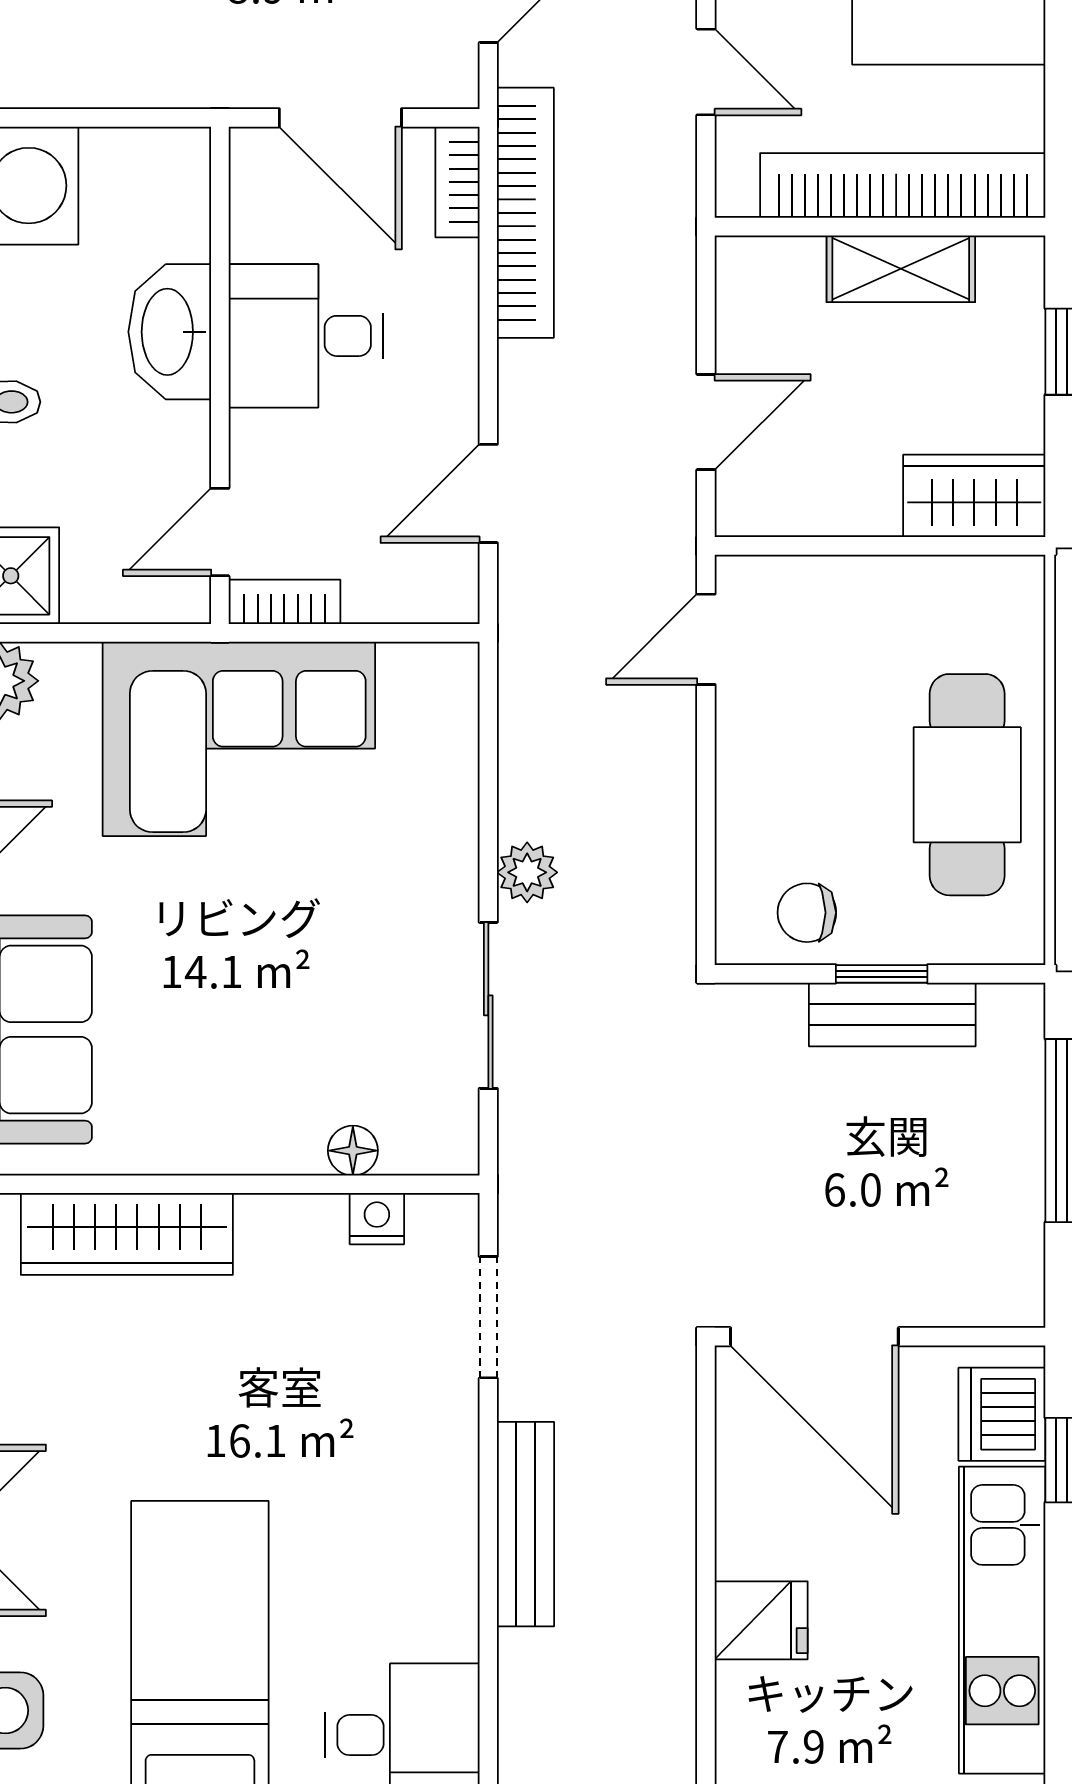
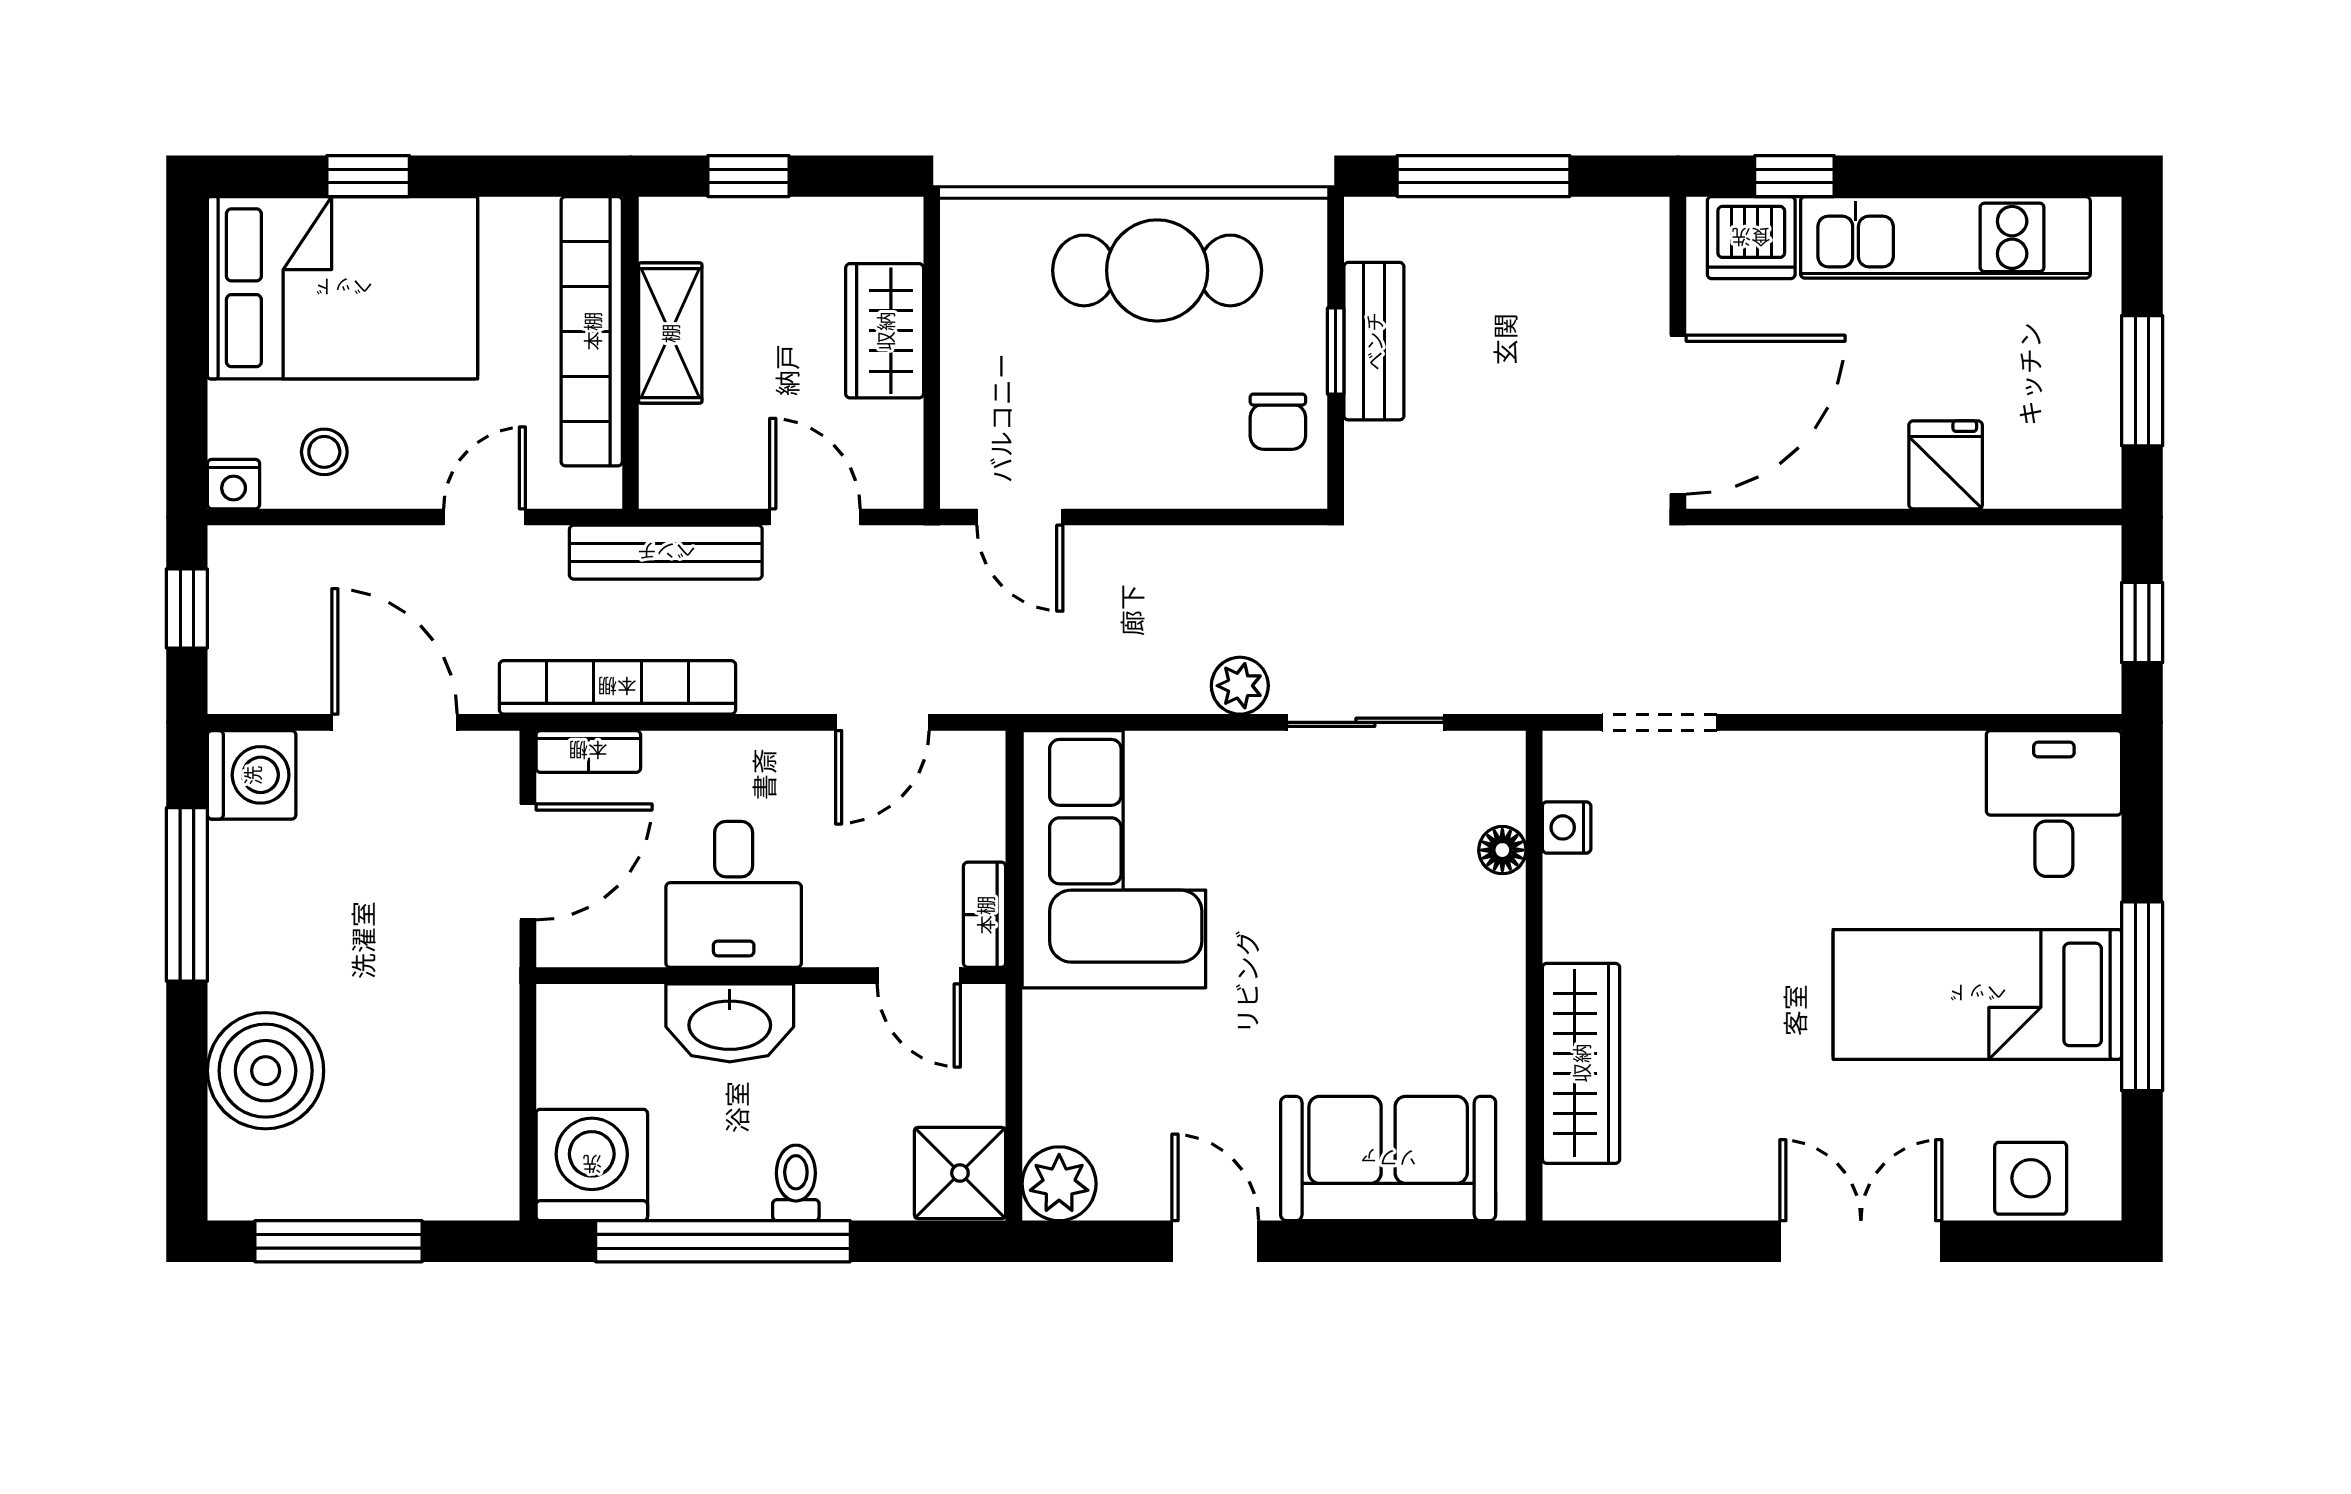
door: (488, 493) -> (882, 722), hinge flipped
wardrobe: (974, 496) -> (885, 331), moved
corner sofa: (239, 739) -> (1114, 859), moved
bench: (526, 1524) -> (666, 552), moved

